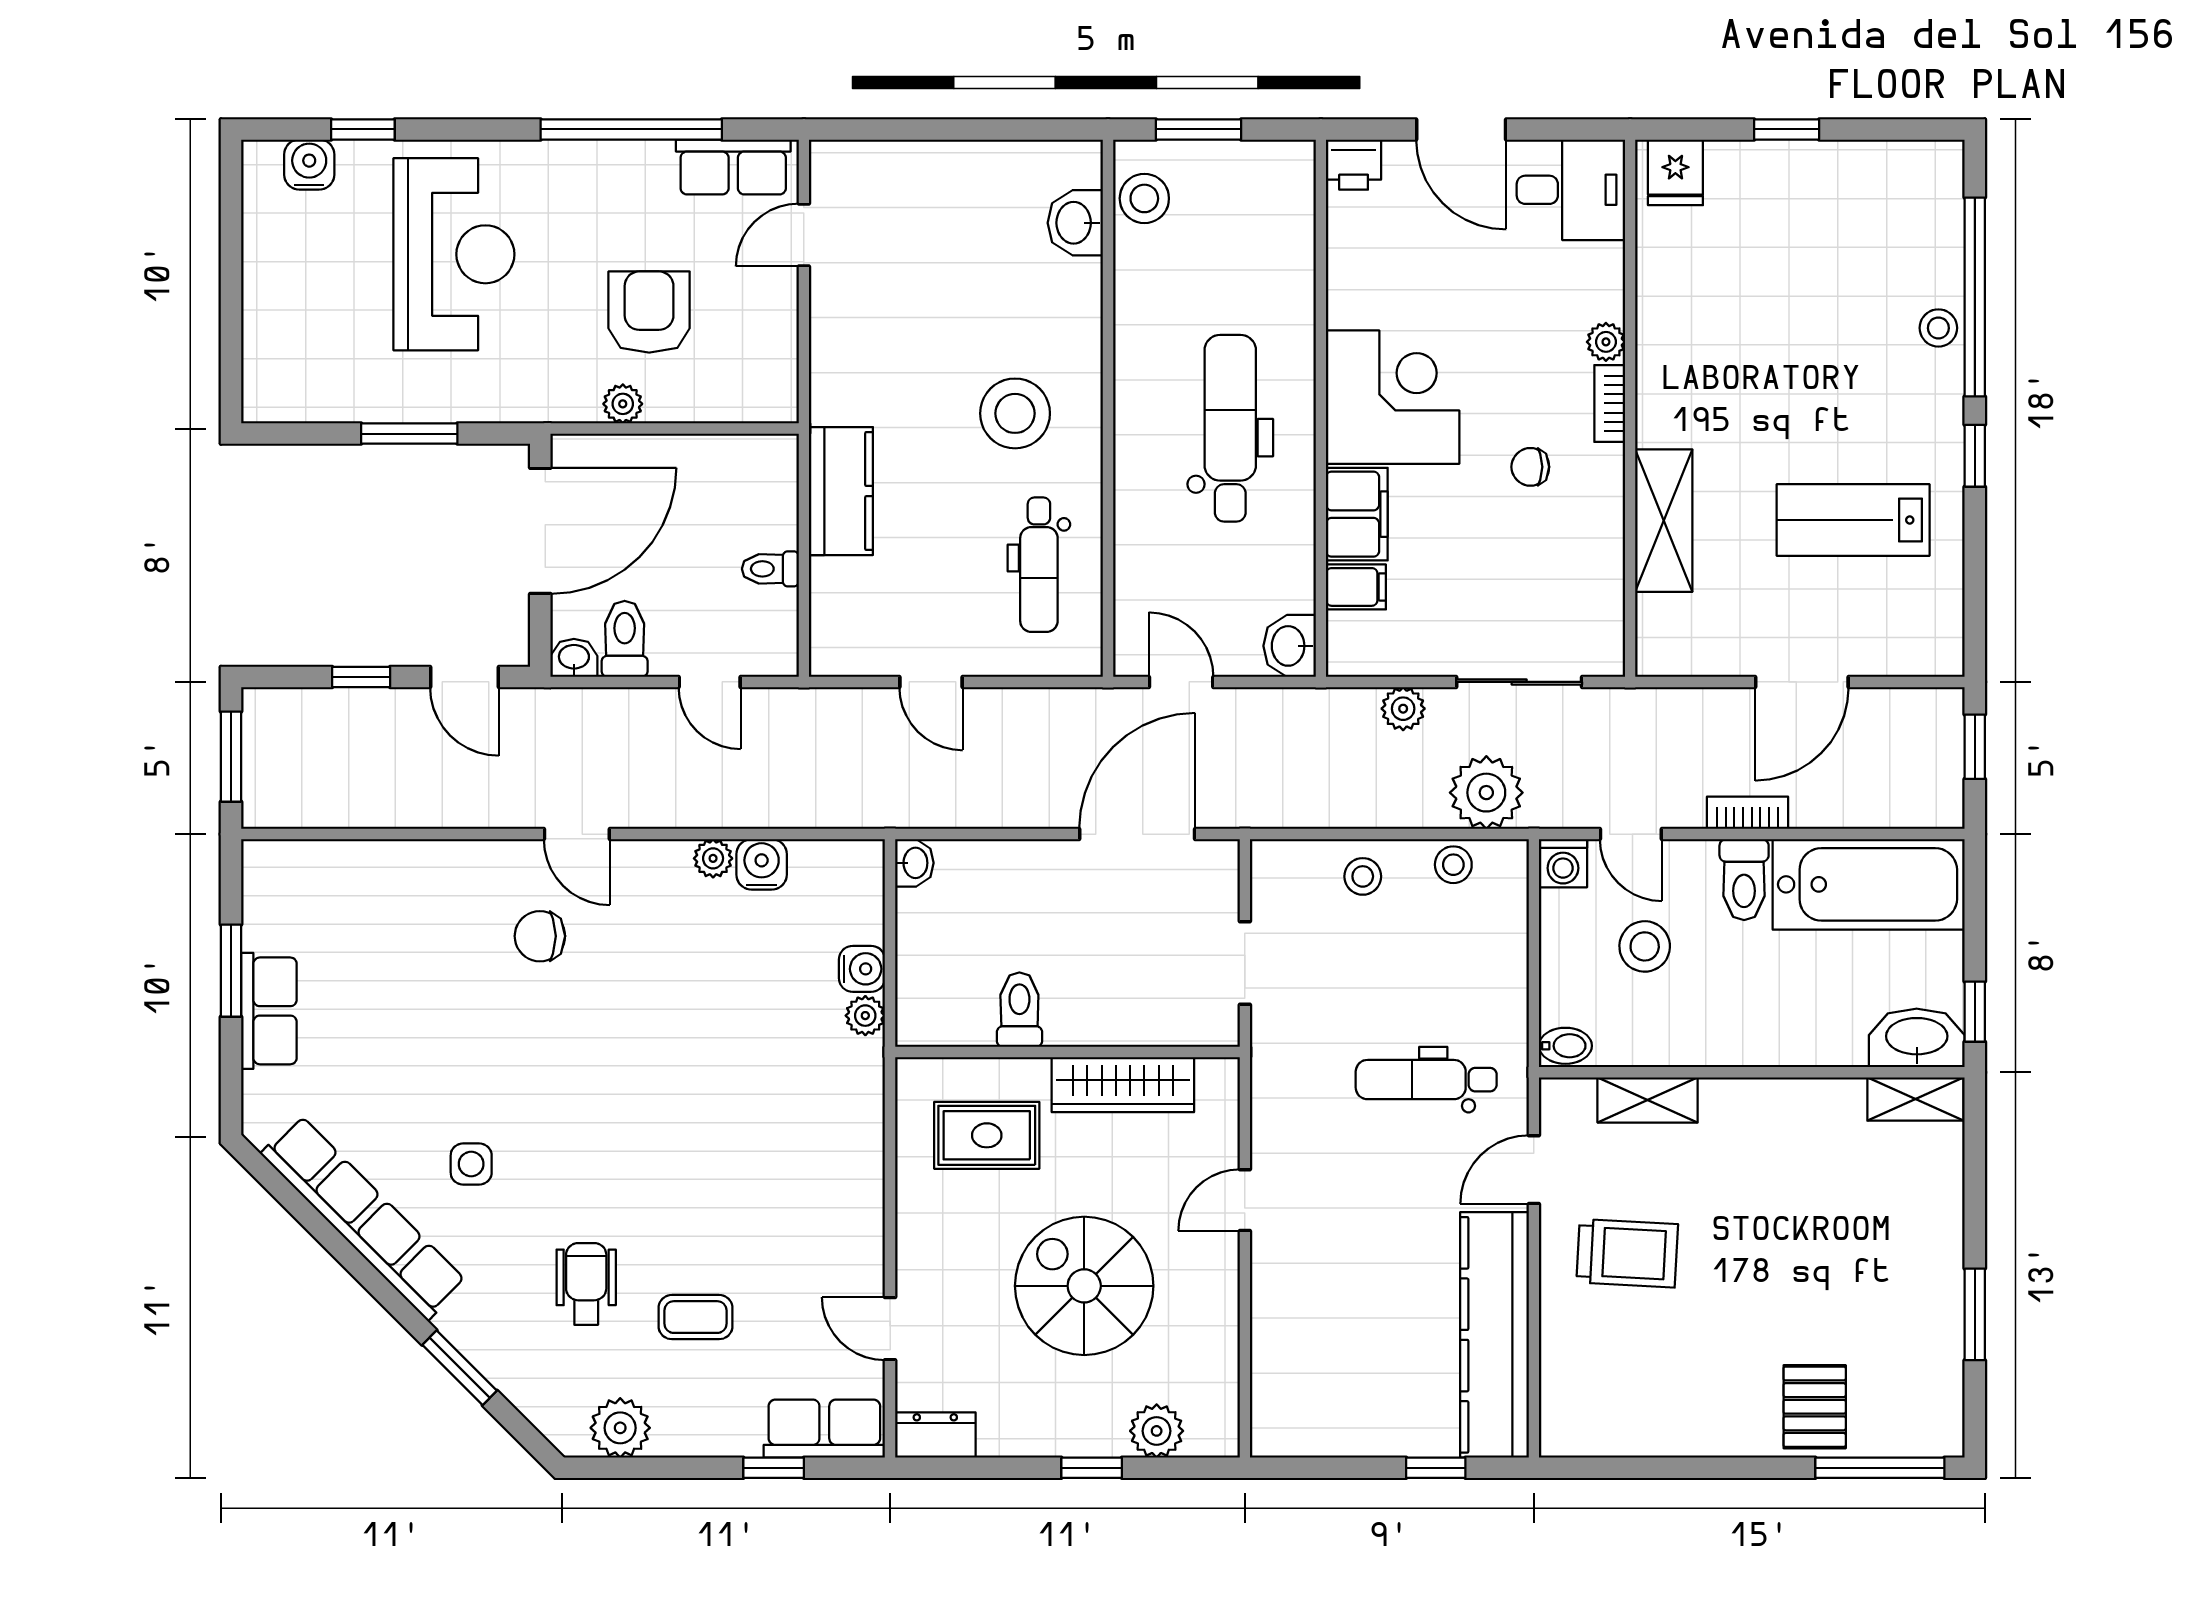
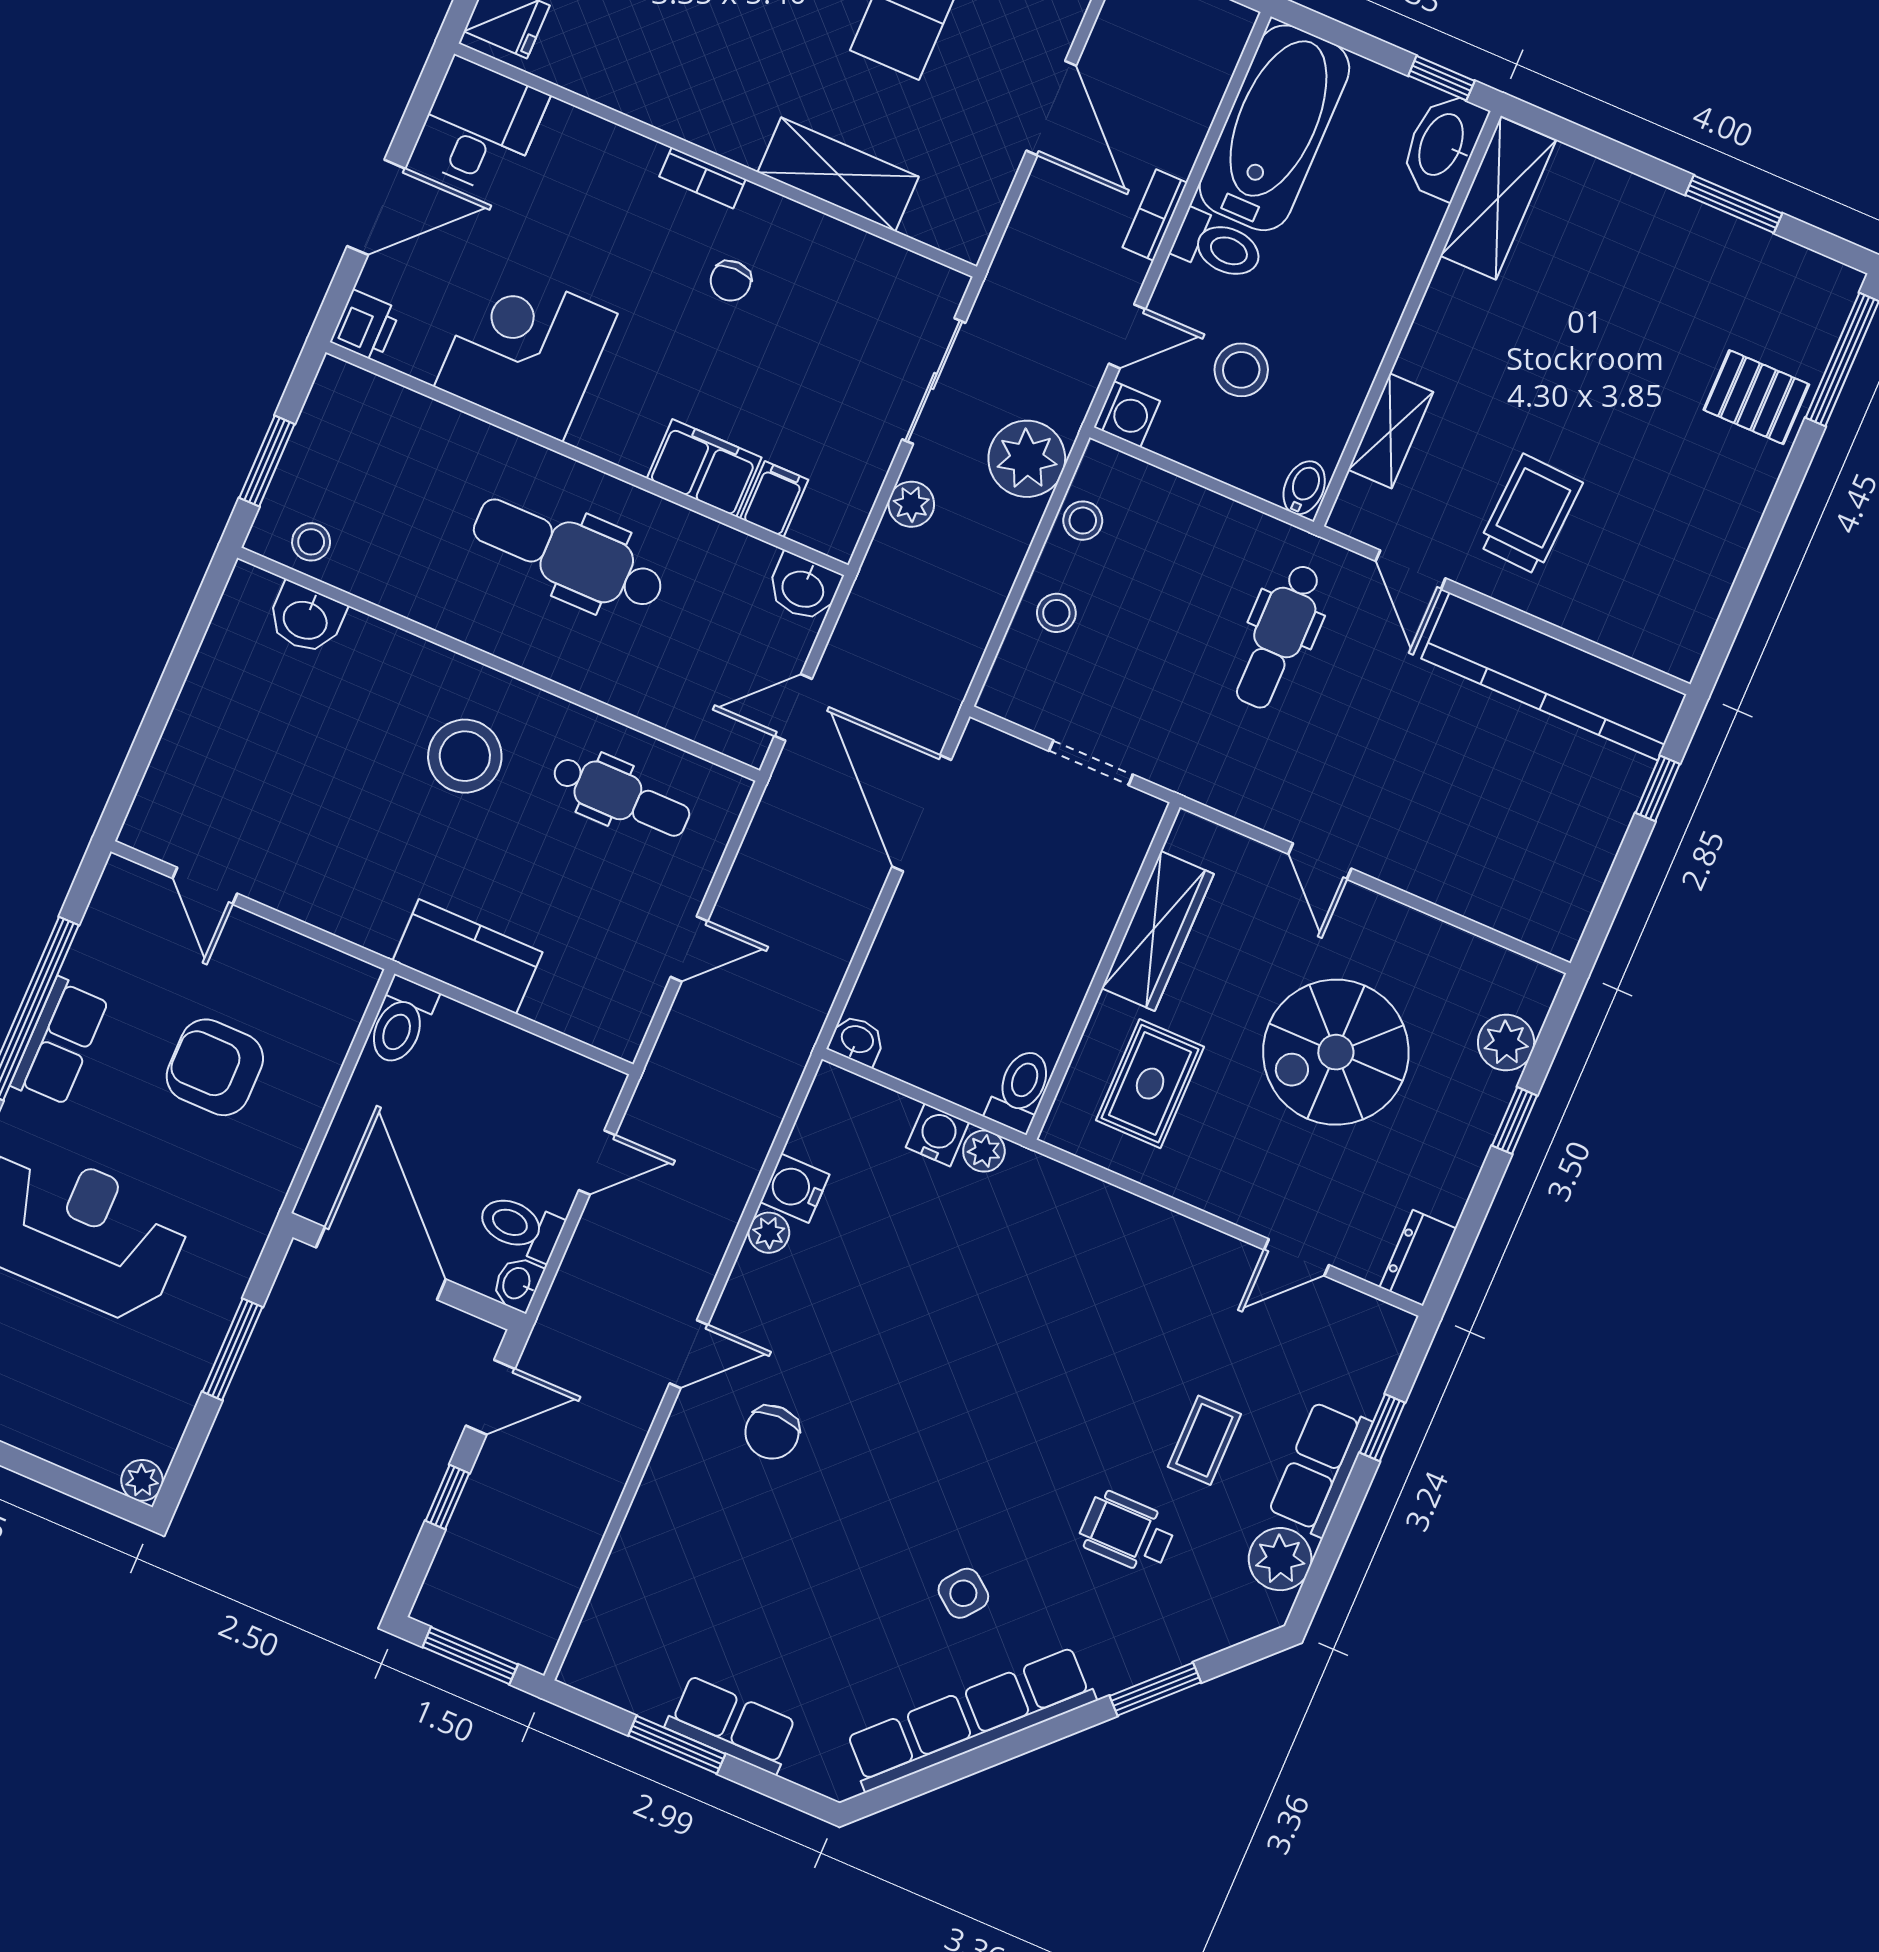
row of seats: (733, 167) -> (60, 1042), moved
stool: (1144, 198) -> (311, 542), width x0.73, depth x0.73
plant: (1606, 342) -> (641, 156), removed
corner desk: (1393, 397) -> (526, 350), moved
plant: (623, 404) -> (142, 1480), moved
toilet: (770, 569) -> (401, 1021), moved, width x1.37, depth x1.39
toilet: (1019, 1010) -> (1020, 1090), moved, turned 90
shelving: (1915, 1099) -> (1498, 198), width x1.50, depth x1.33
side table: (471, 1164) -> (963, 1593), turned 38
row of seats: (824, 1429) -> (1320, 1468), moved

